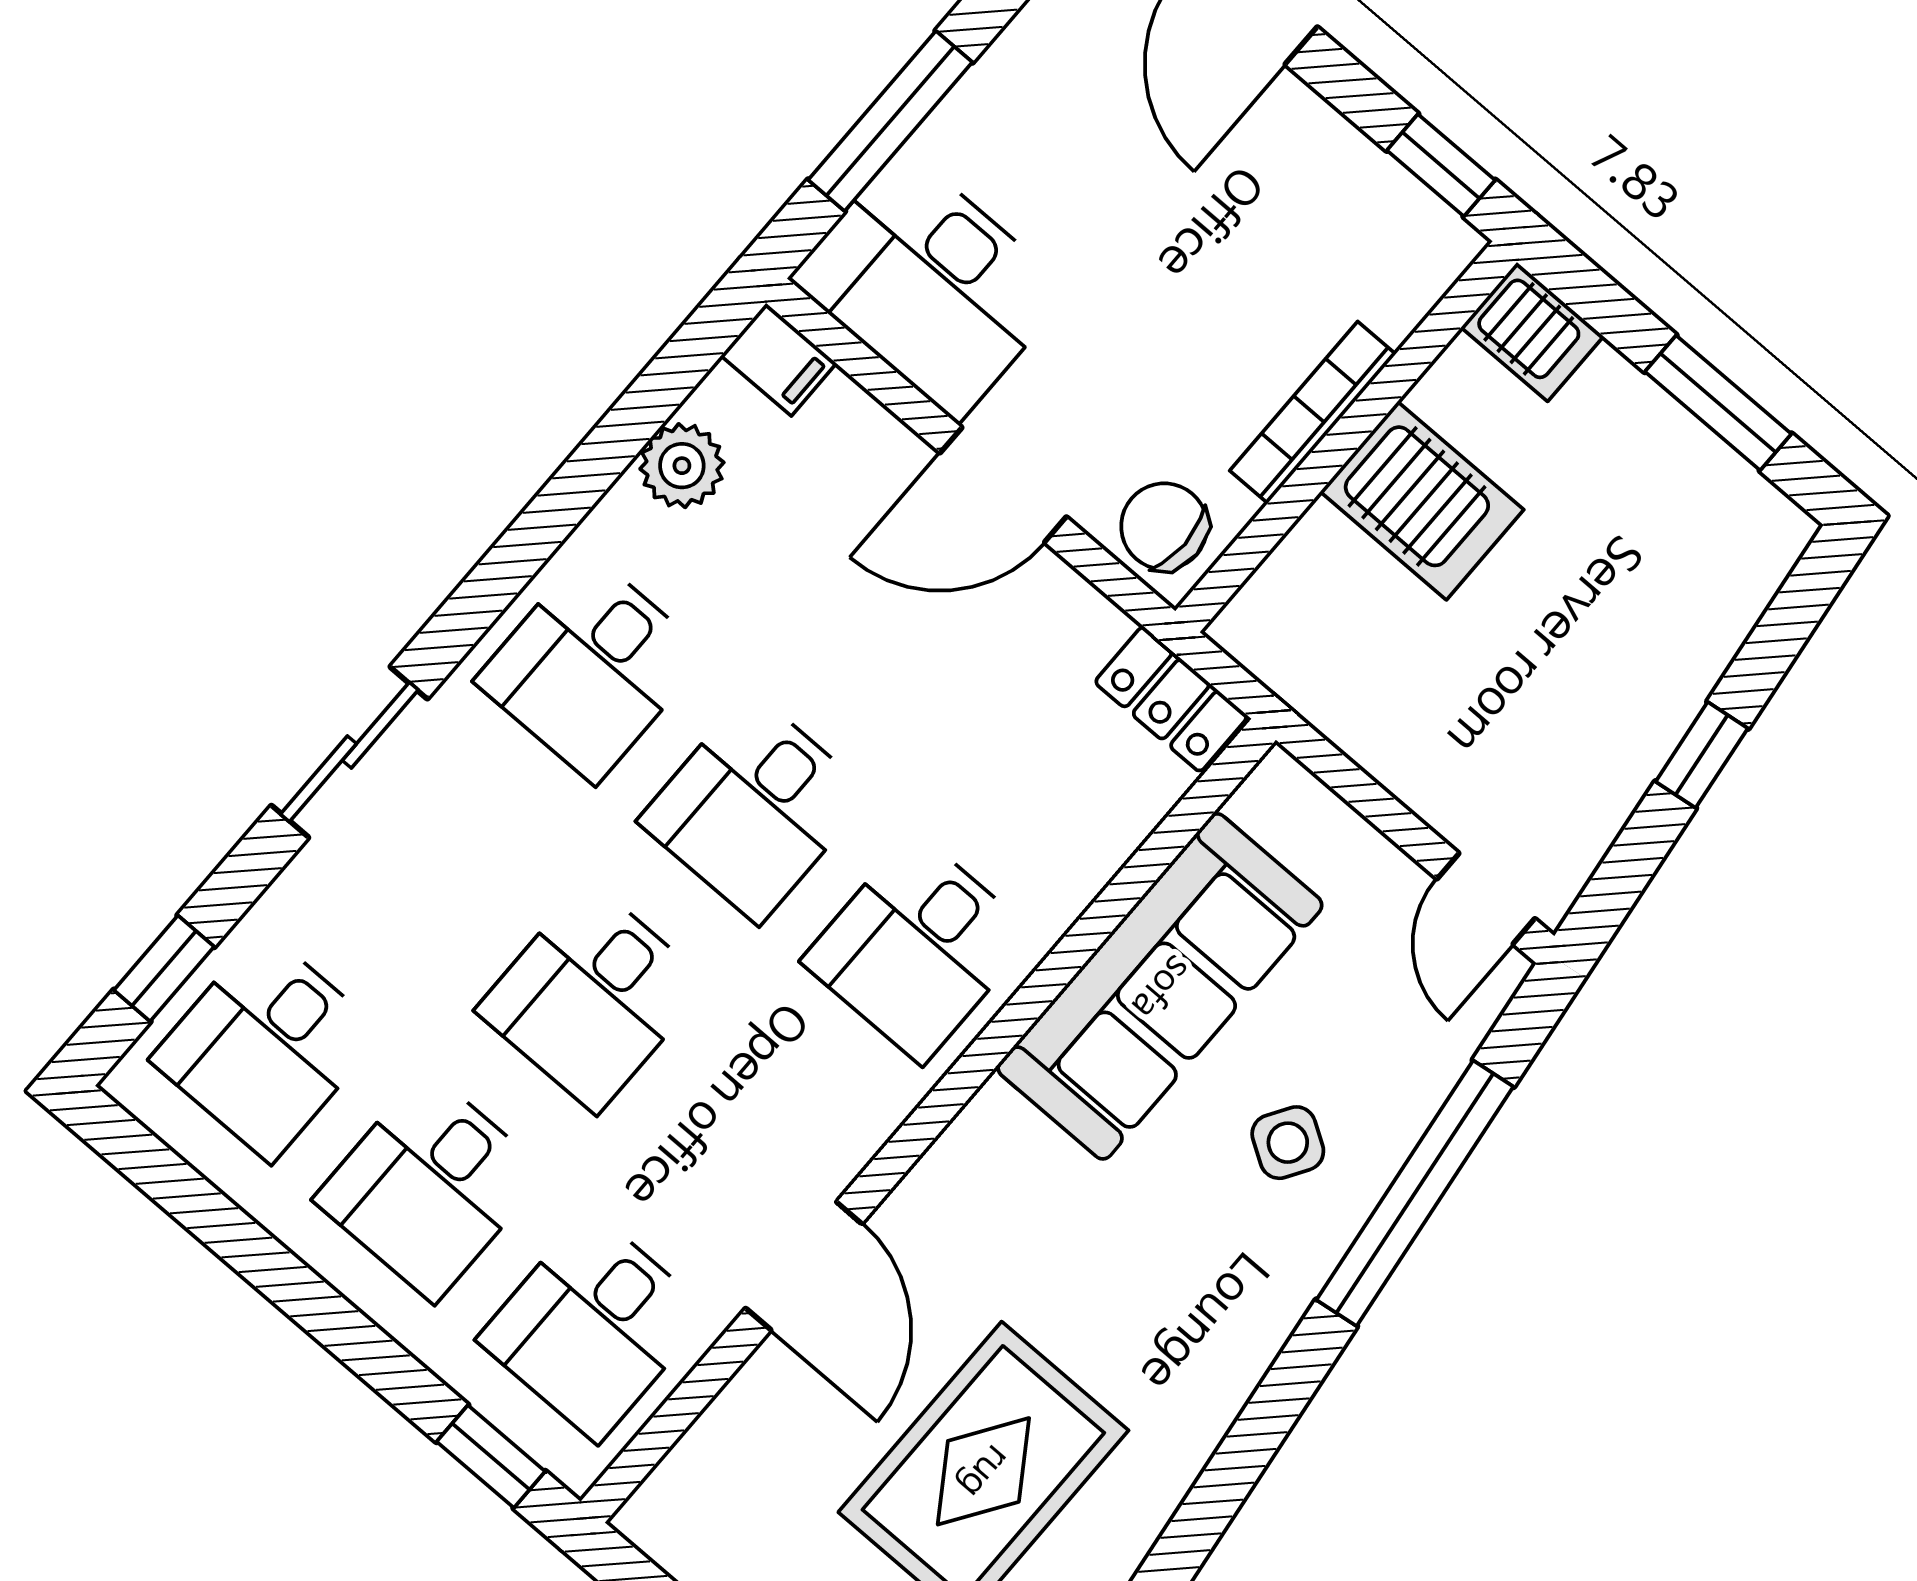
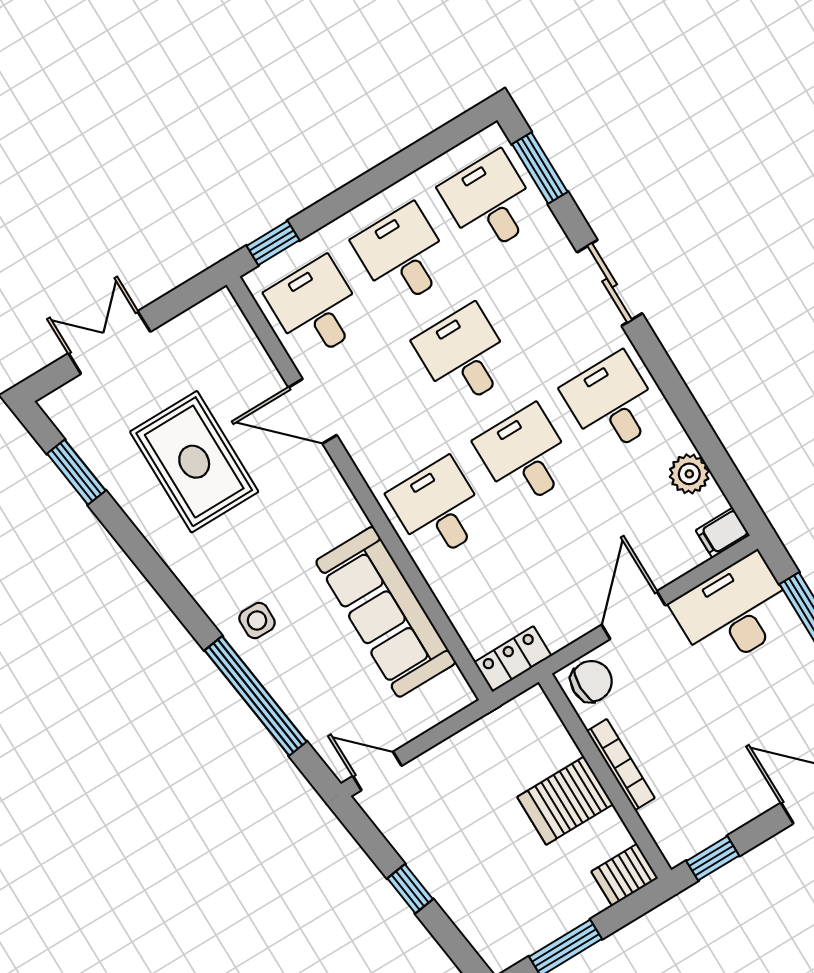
window: (164, 968) -> (540, 168), width x1.50
side table: (1288, 1143) -> (257, 621), moved, turned -32

